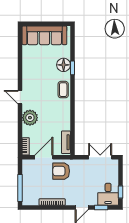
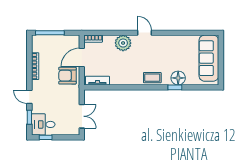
door: (20, 97) -> (144, 33), hinge flipped
door: (44, 157) -> (82, 58), swing flipped
armchair: (61, 171) -> (67, 76), turned -90

